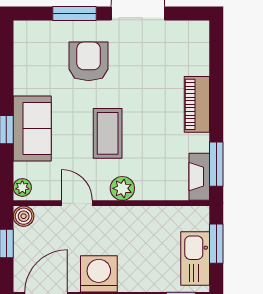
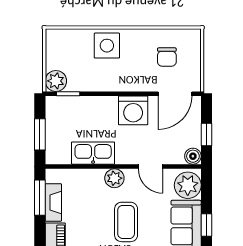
fireplace: (199, 177) -> (53, 202), moved
plant: (22, 187) -> (188, 185), width x1.88, depth x1.88
kitchen sink: (195, 258) -> (93, 153), moved, turned -90

